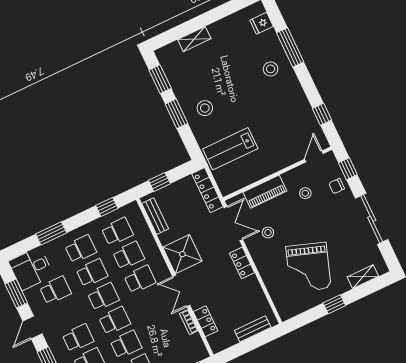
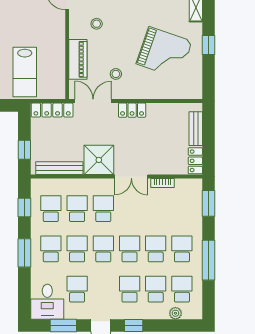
bench: (155, 216) -> (59, 168), width x1.36
window: (51, 233) -> (24, 253), moved
locker: (206, 321) -> (195, 161), moved, turned -90

